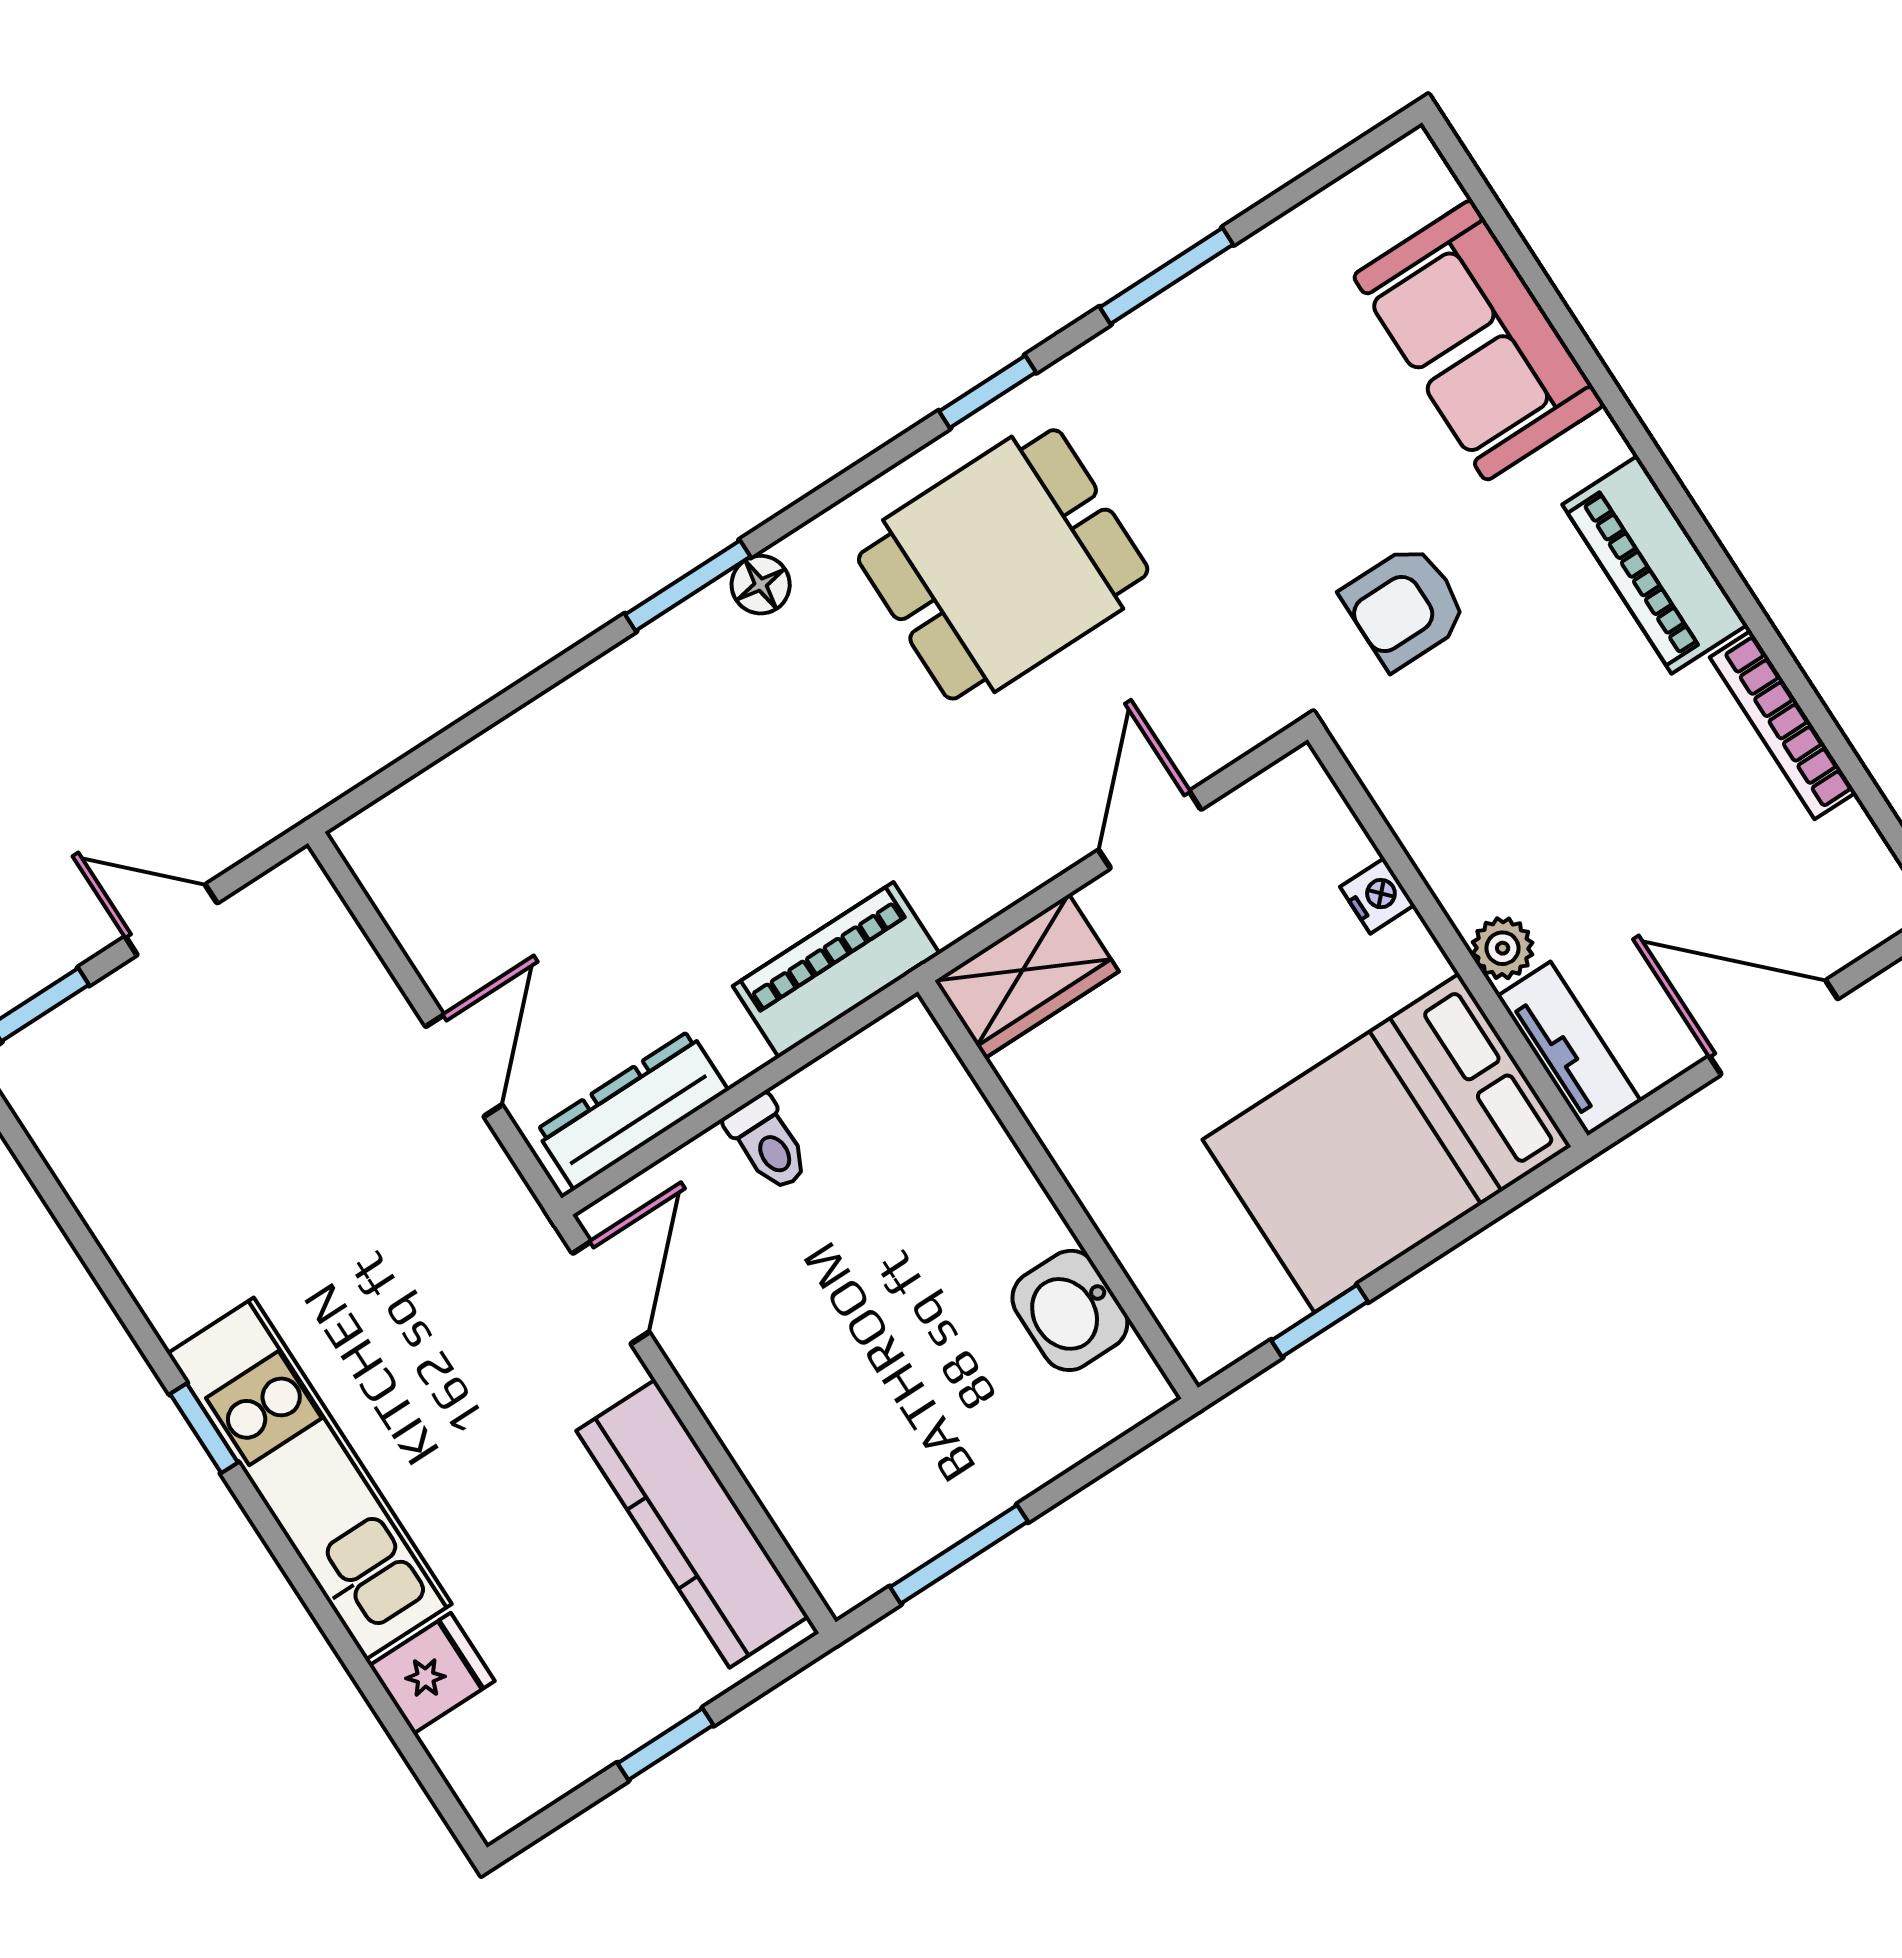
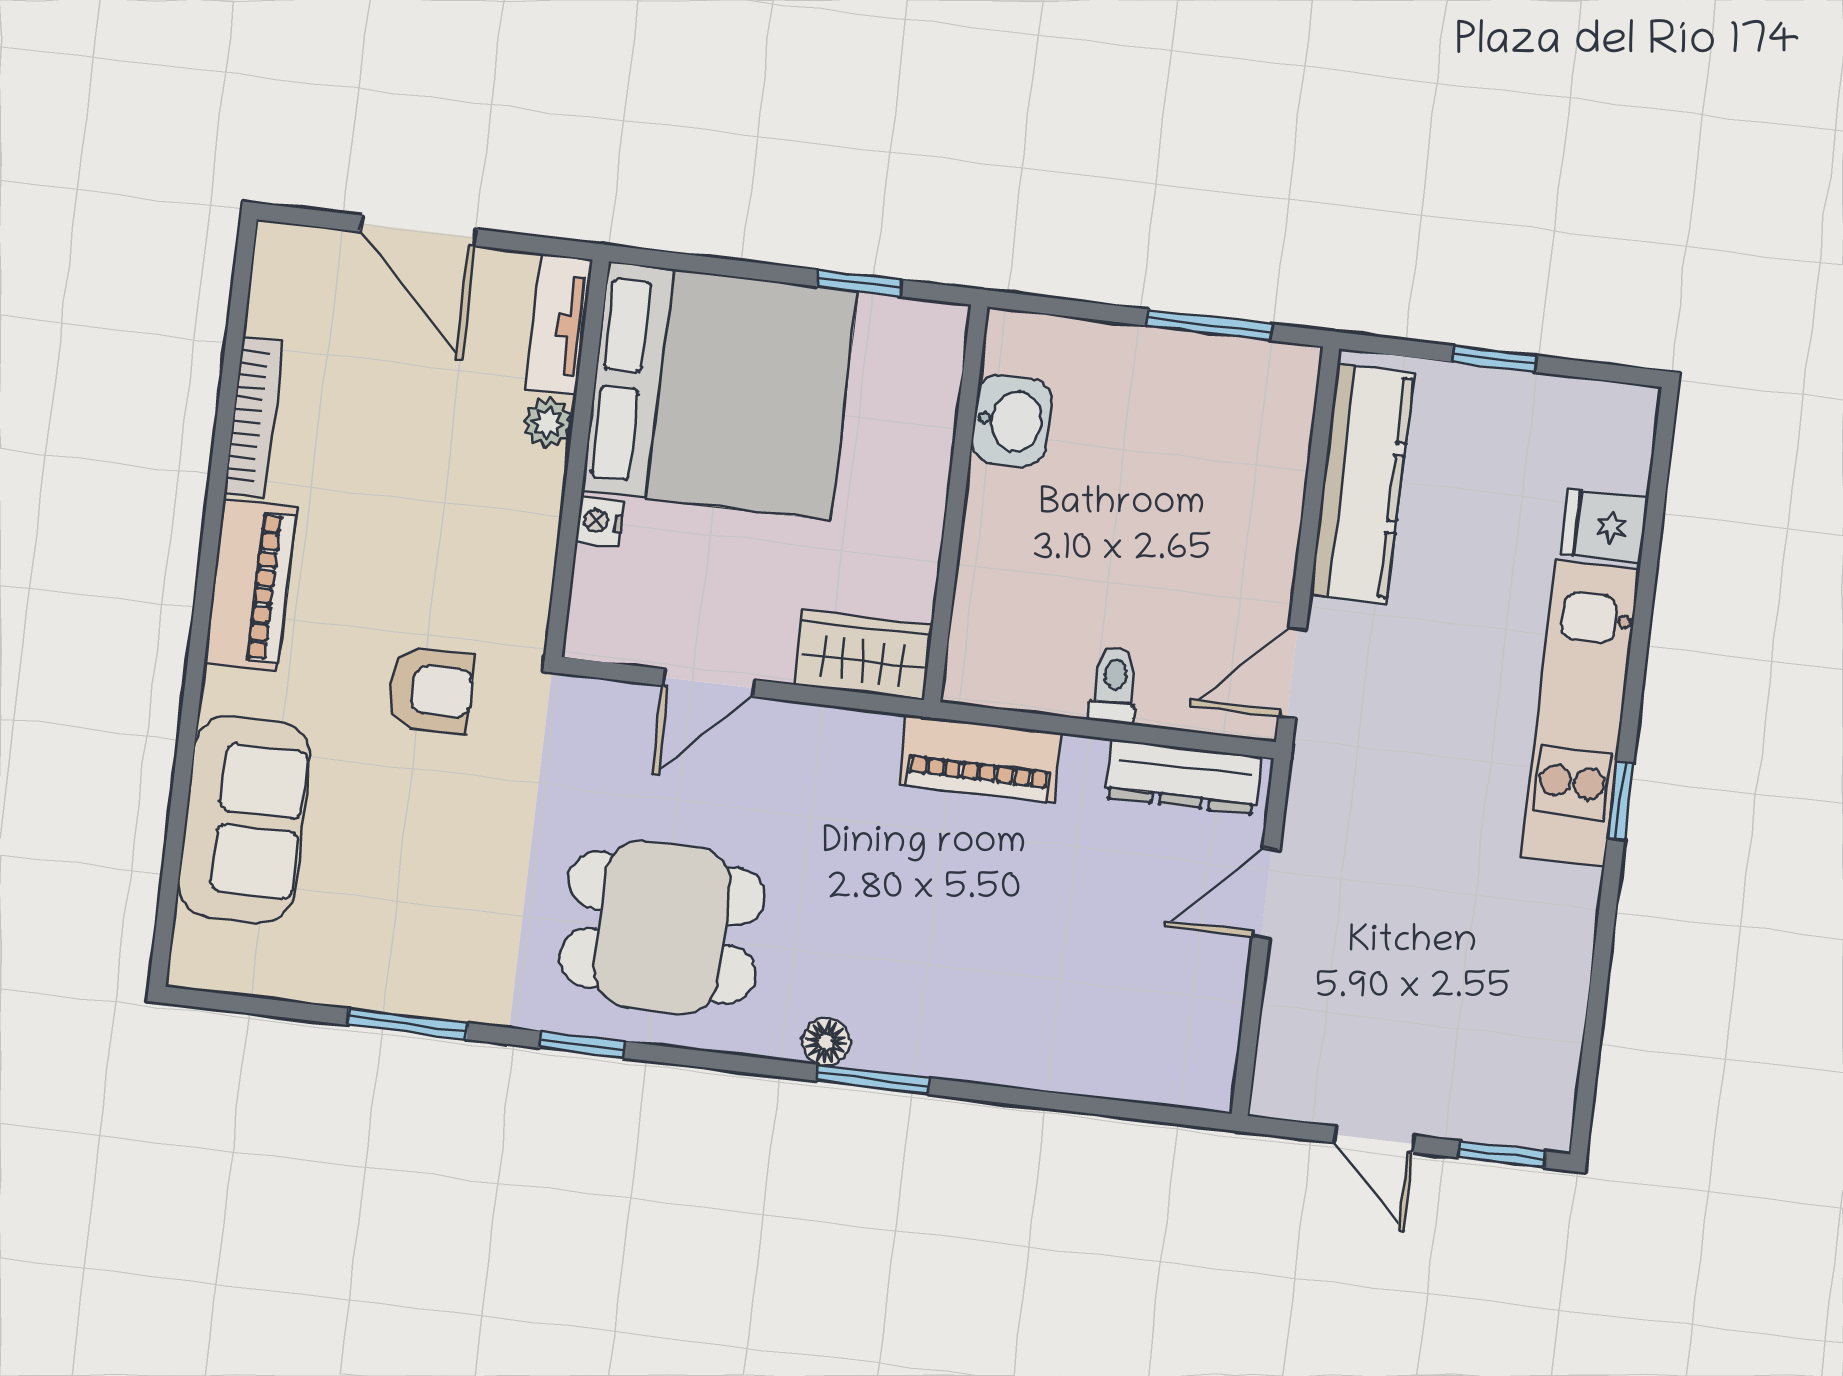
bed: (1387, 1143) -> (720, 391), width x1.36

